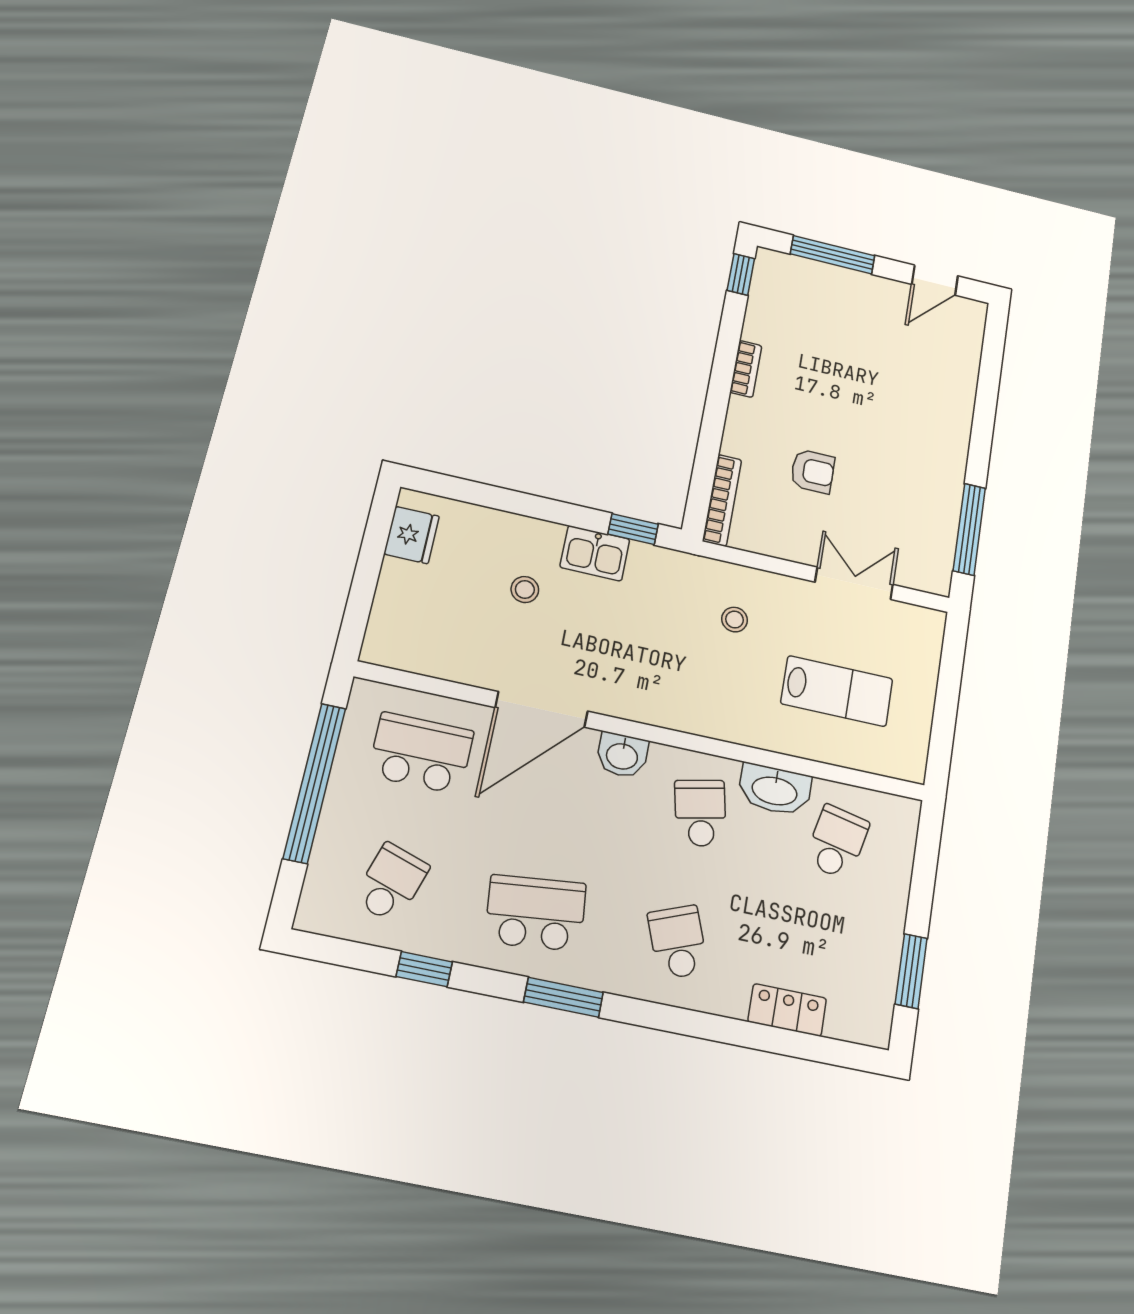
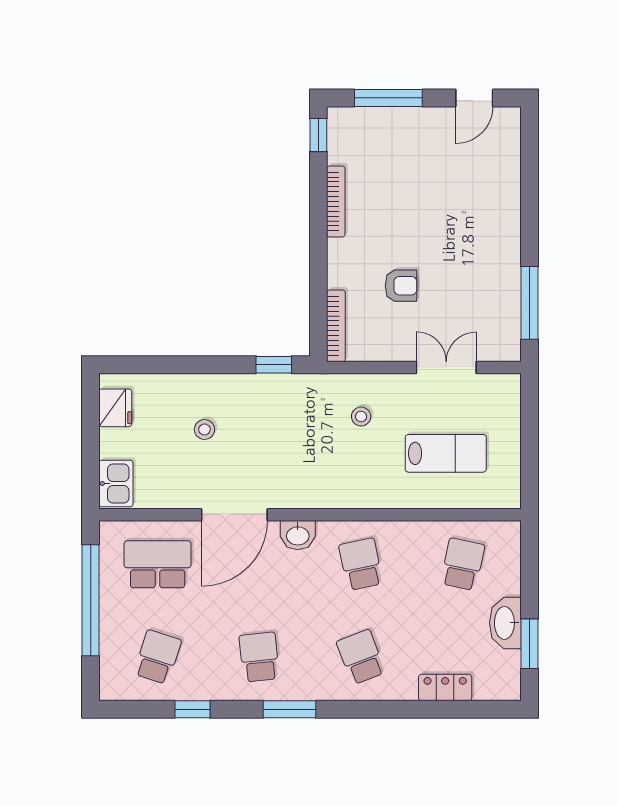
bookcase: (746, 369) -> (336, 202), width x1.56
kitchen sink: (595, 553) -> (116, 484), moved, turned -90
washbasin: (775, 790) -> (505, 623), moved, turned 90
school desk: (536, 913) -> (259, 657), width x0.54

